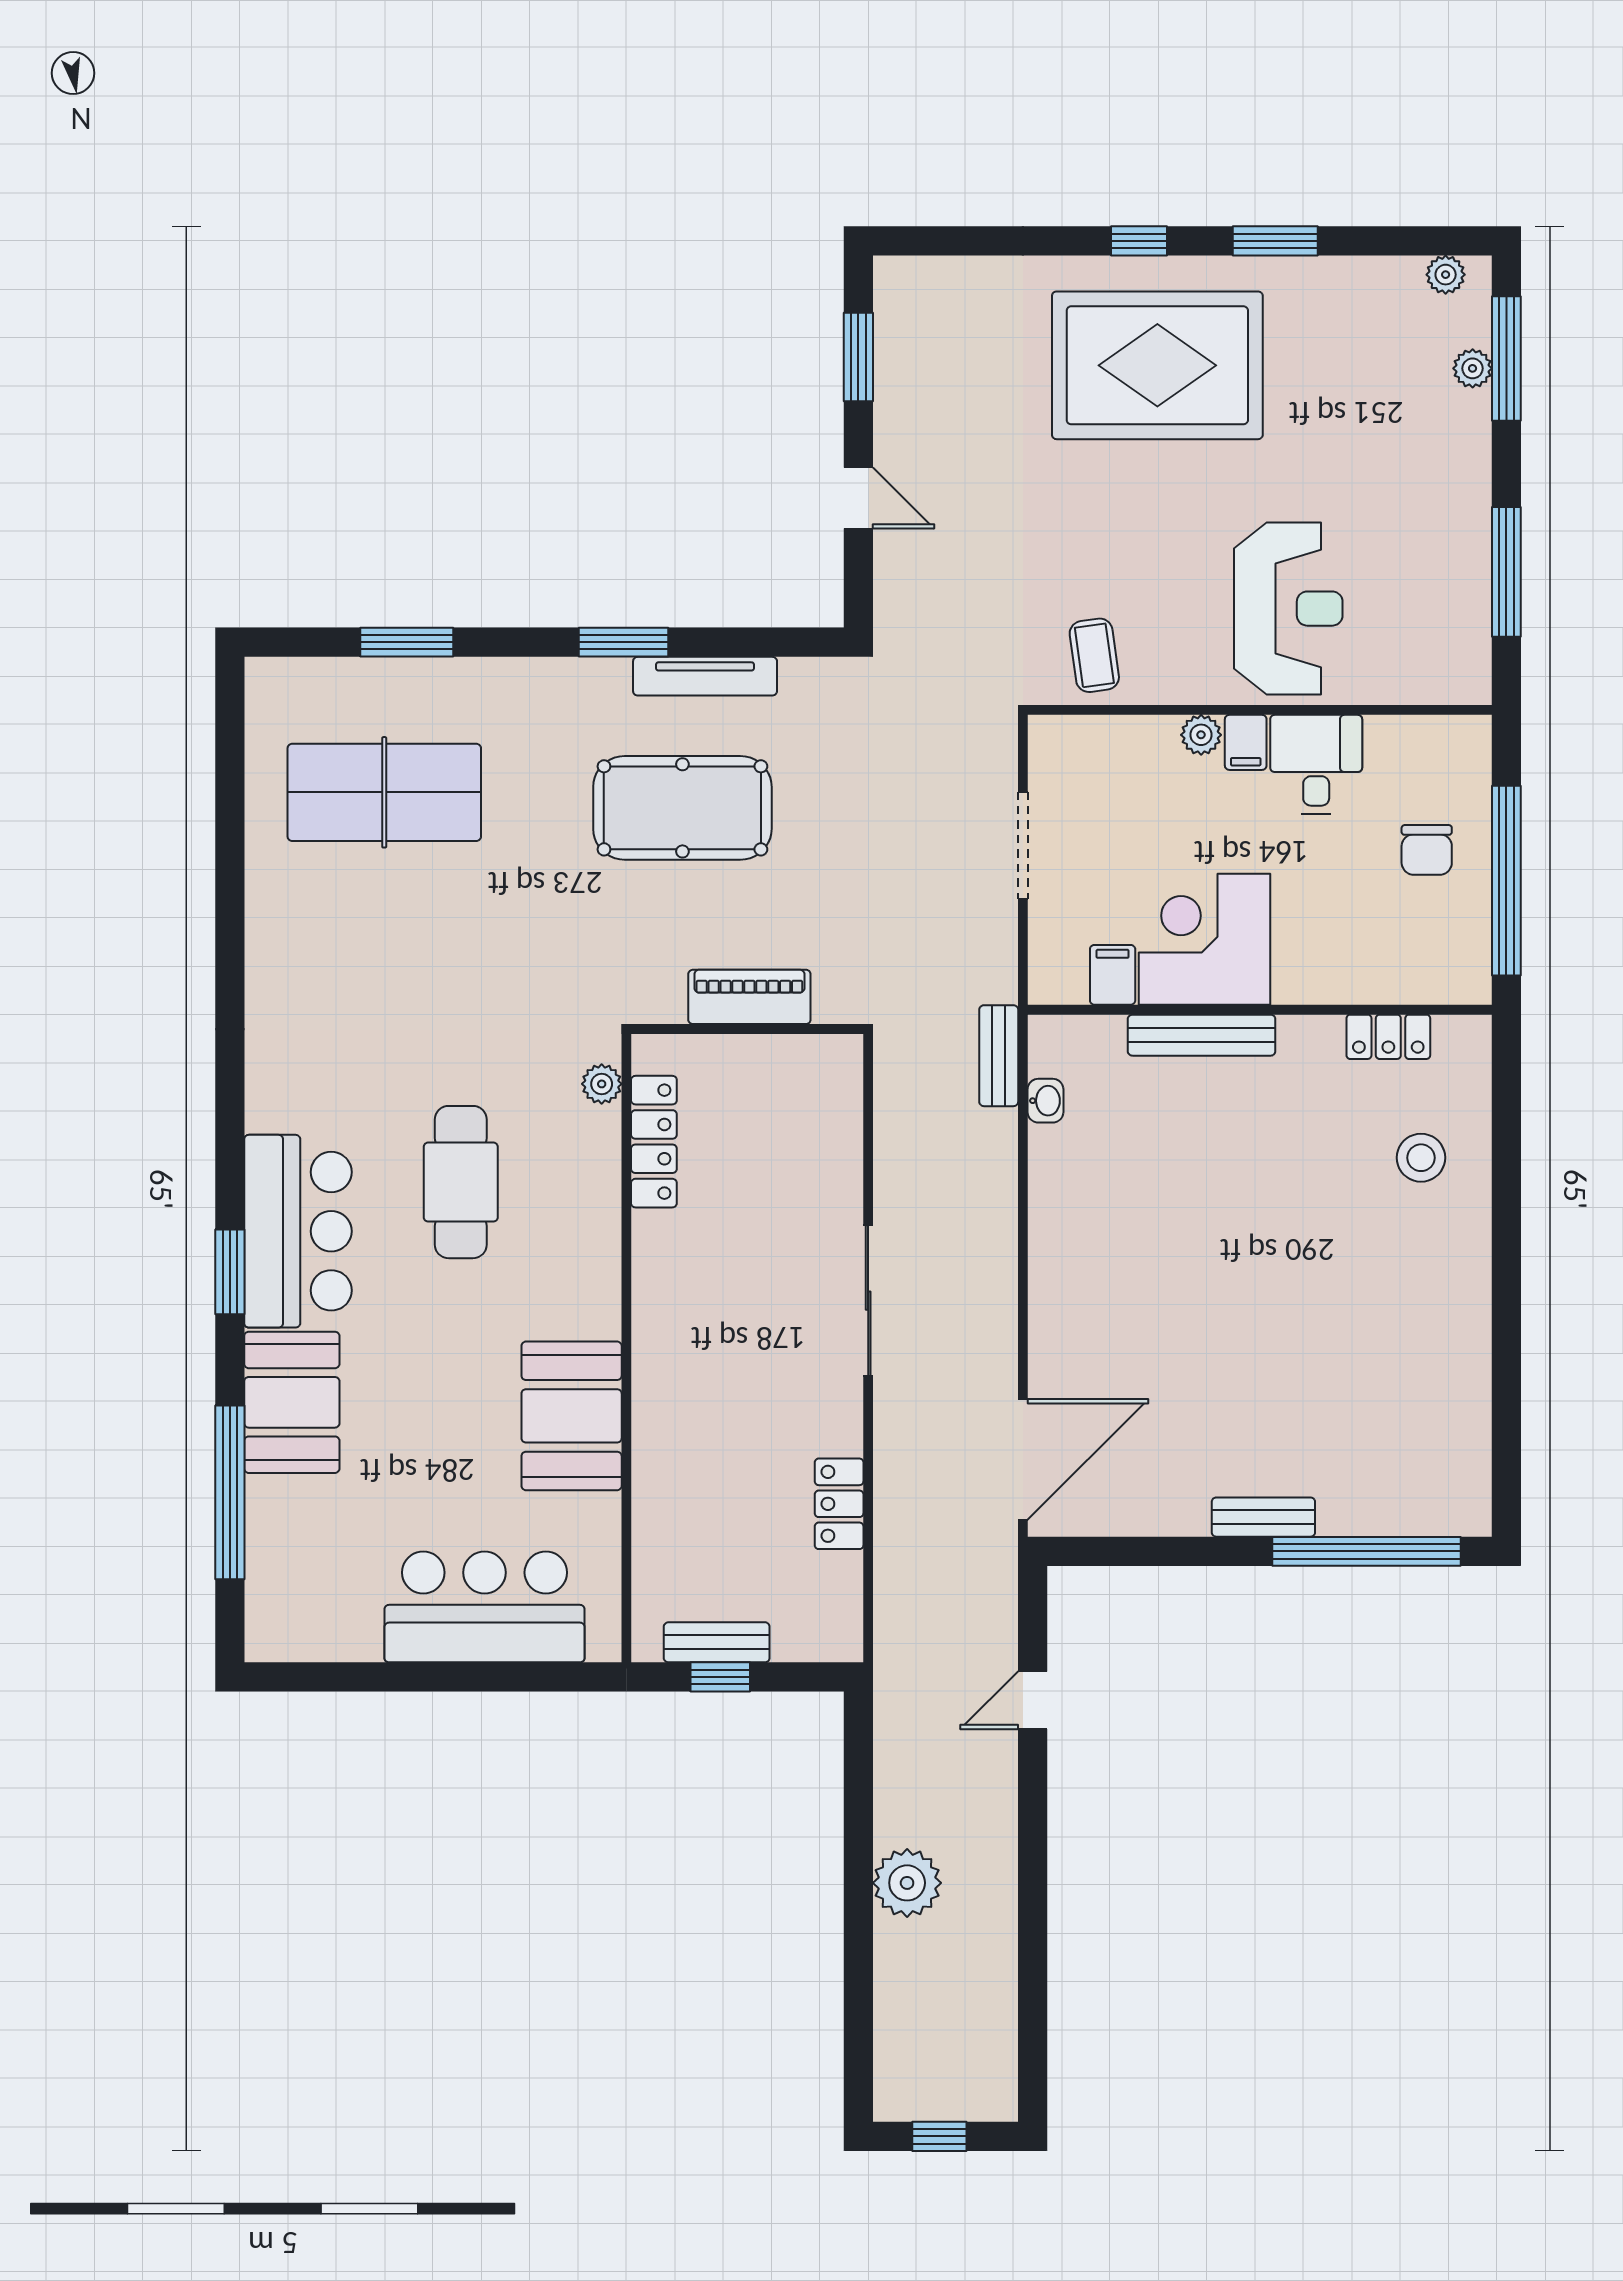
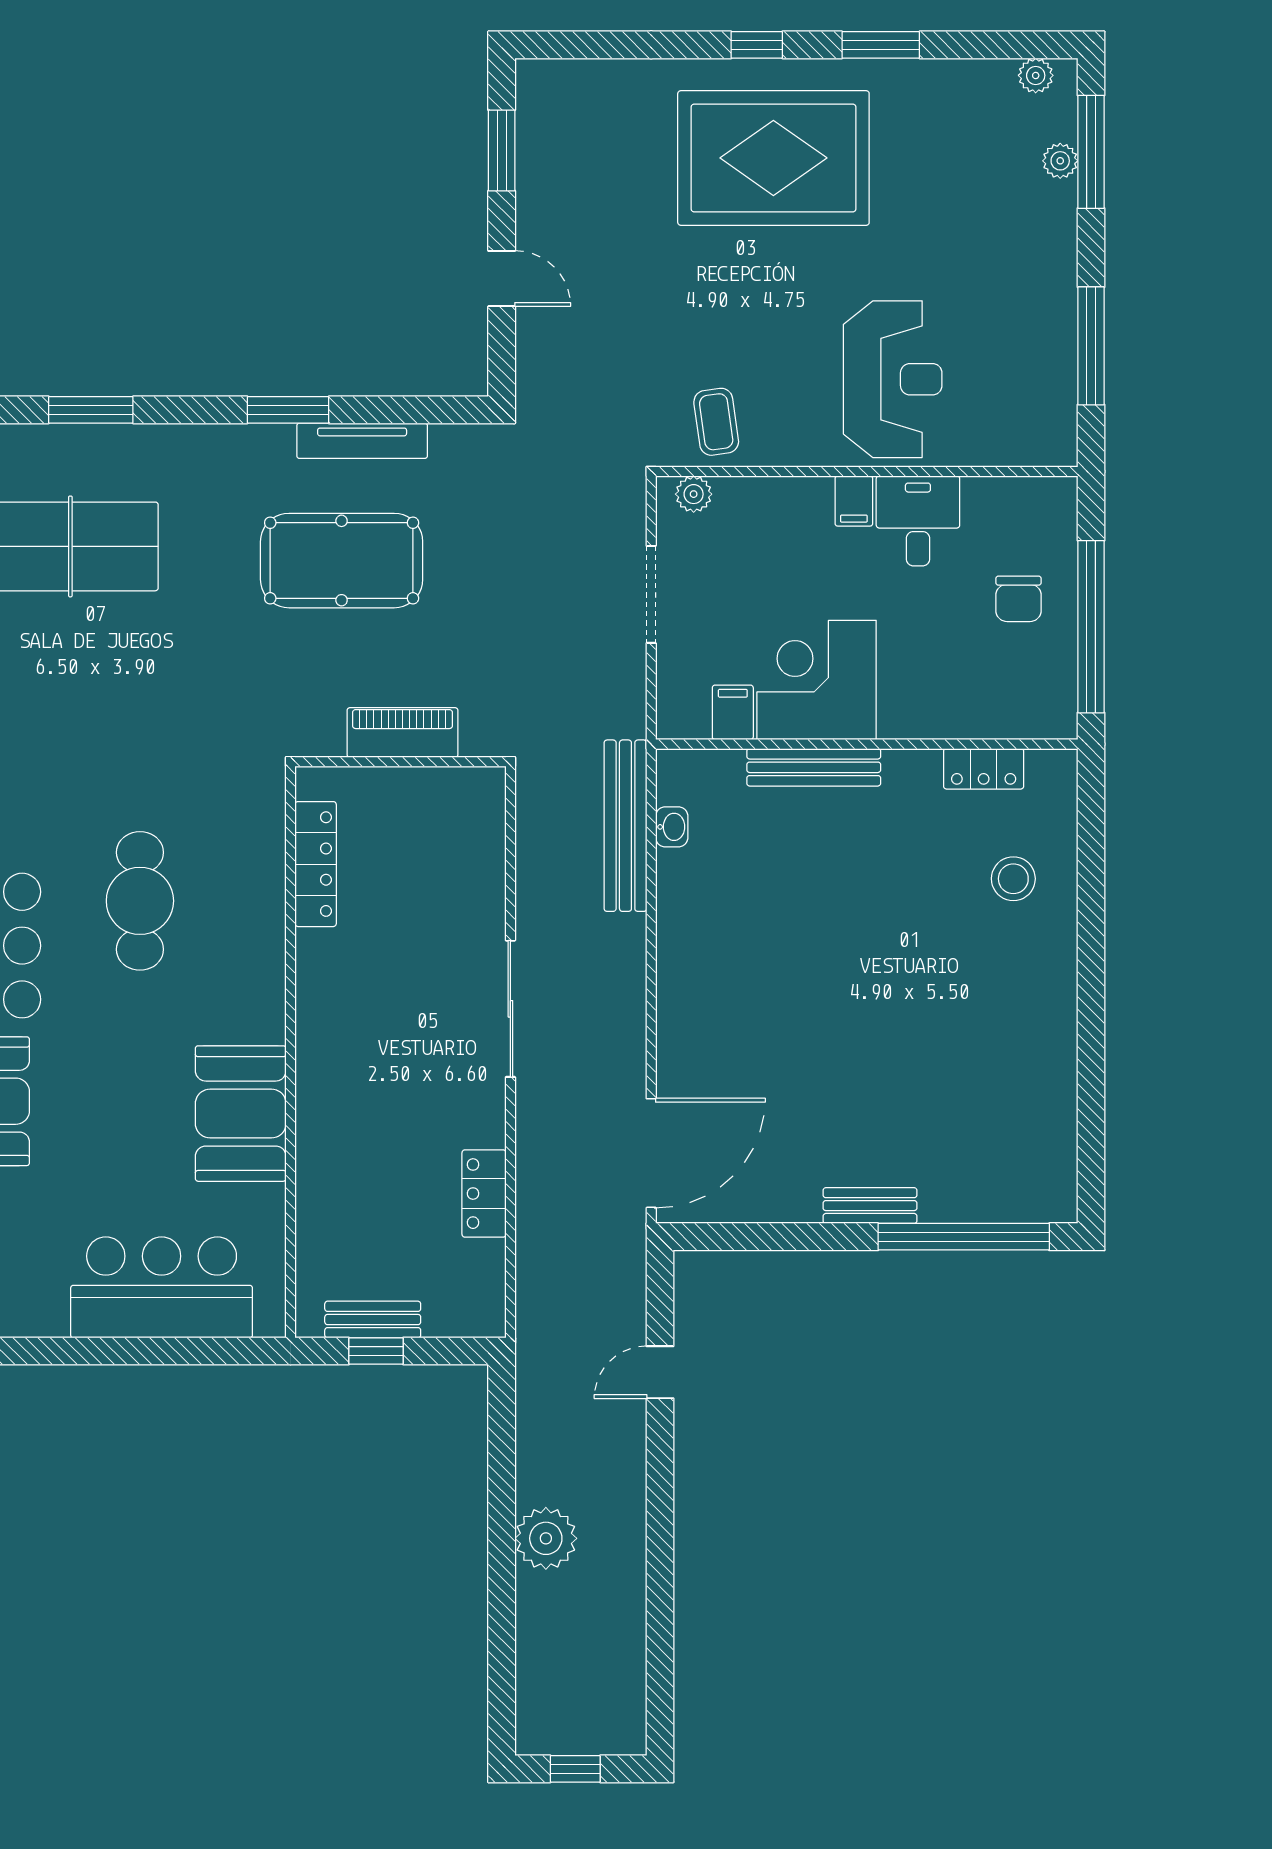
plant: (1201, 735) -> (694, 494), moved
bench: (999, 1056) -> (625, 826), width x1.86, depth x1.21
plant: (602, 1084) -> (268, 812), removed

